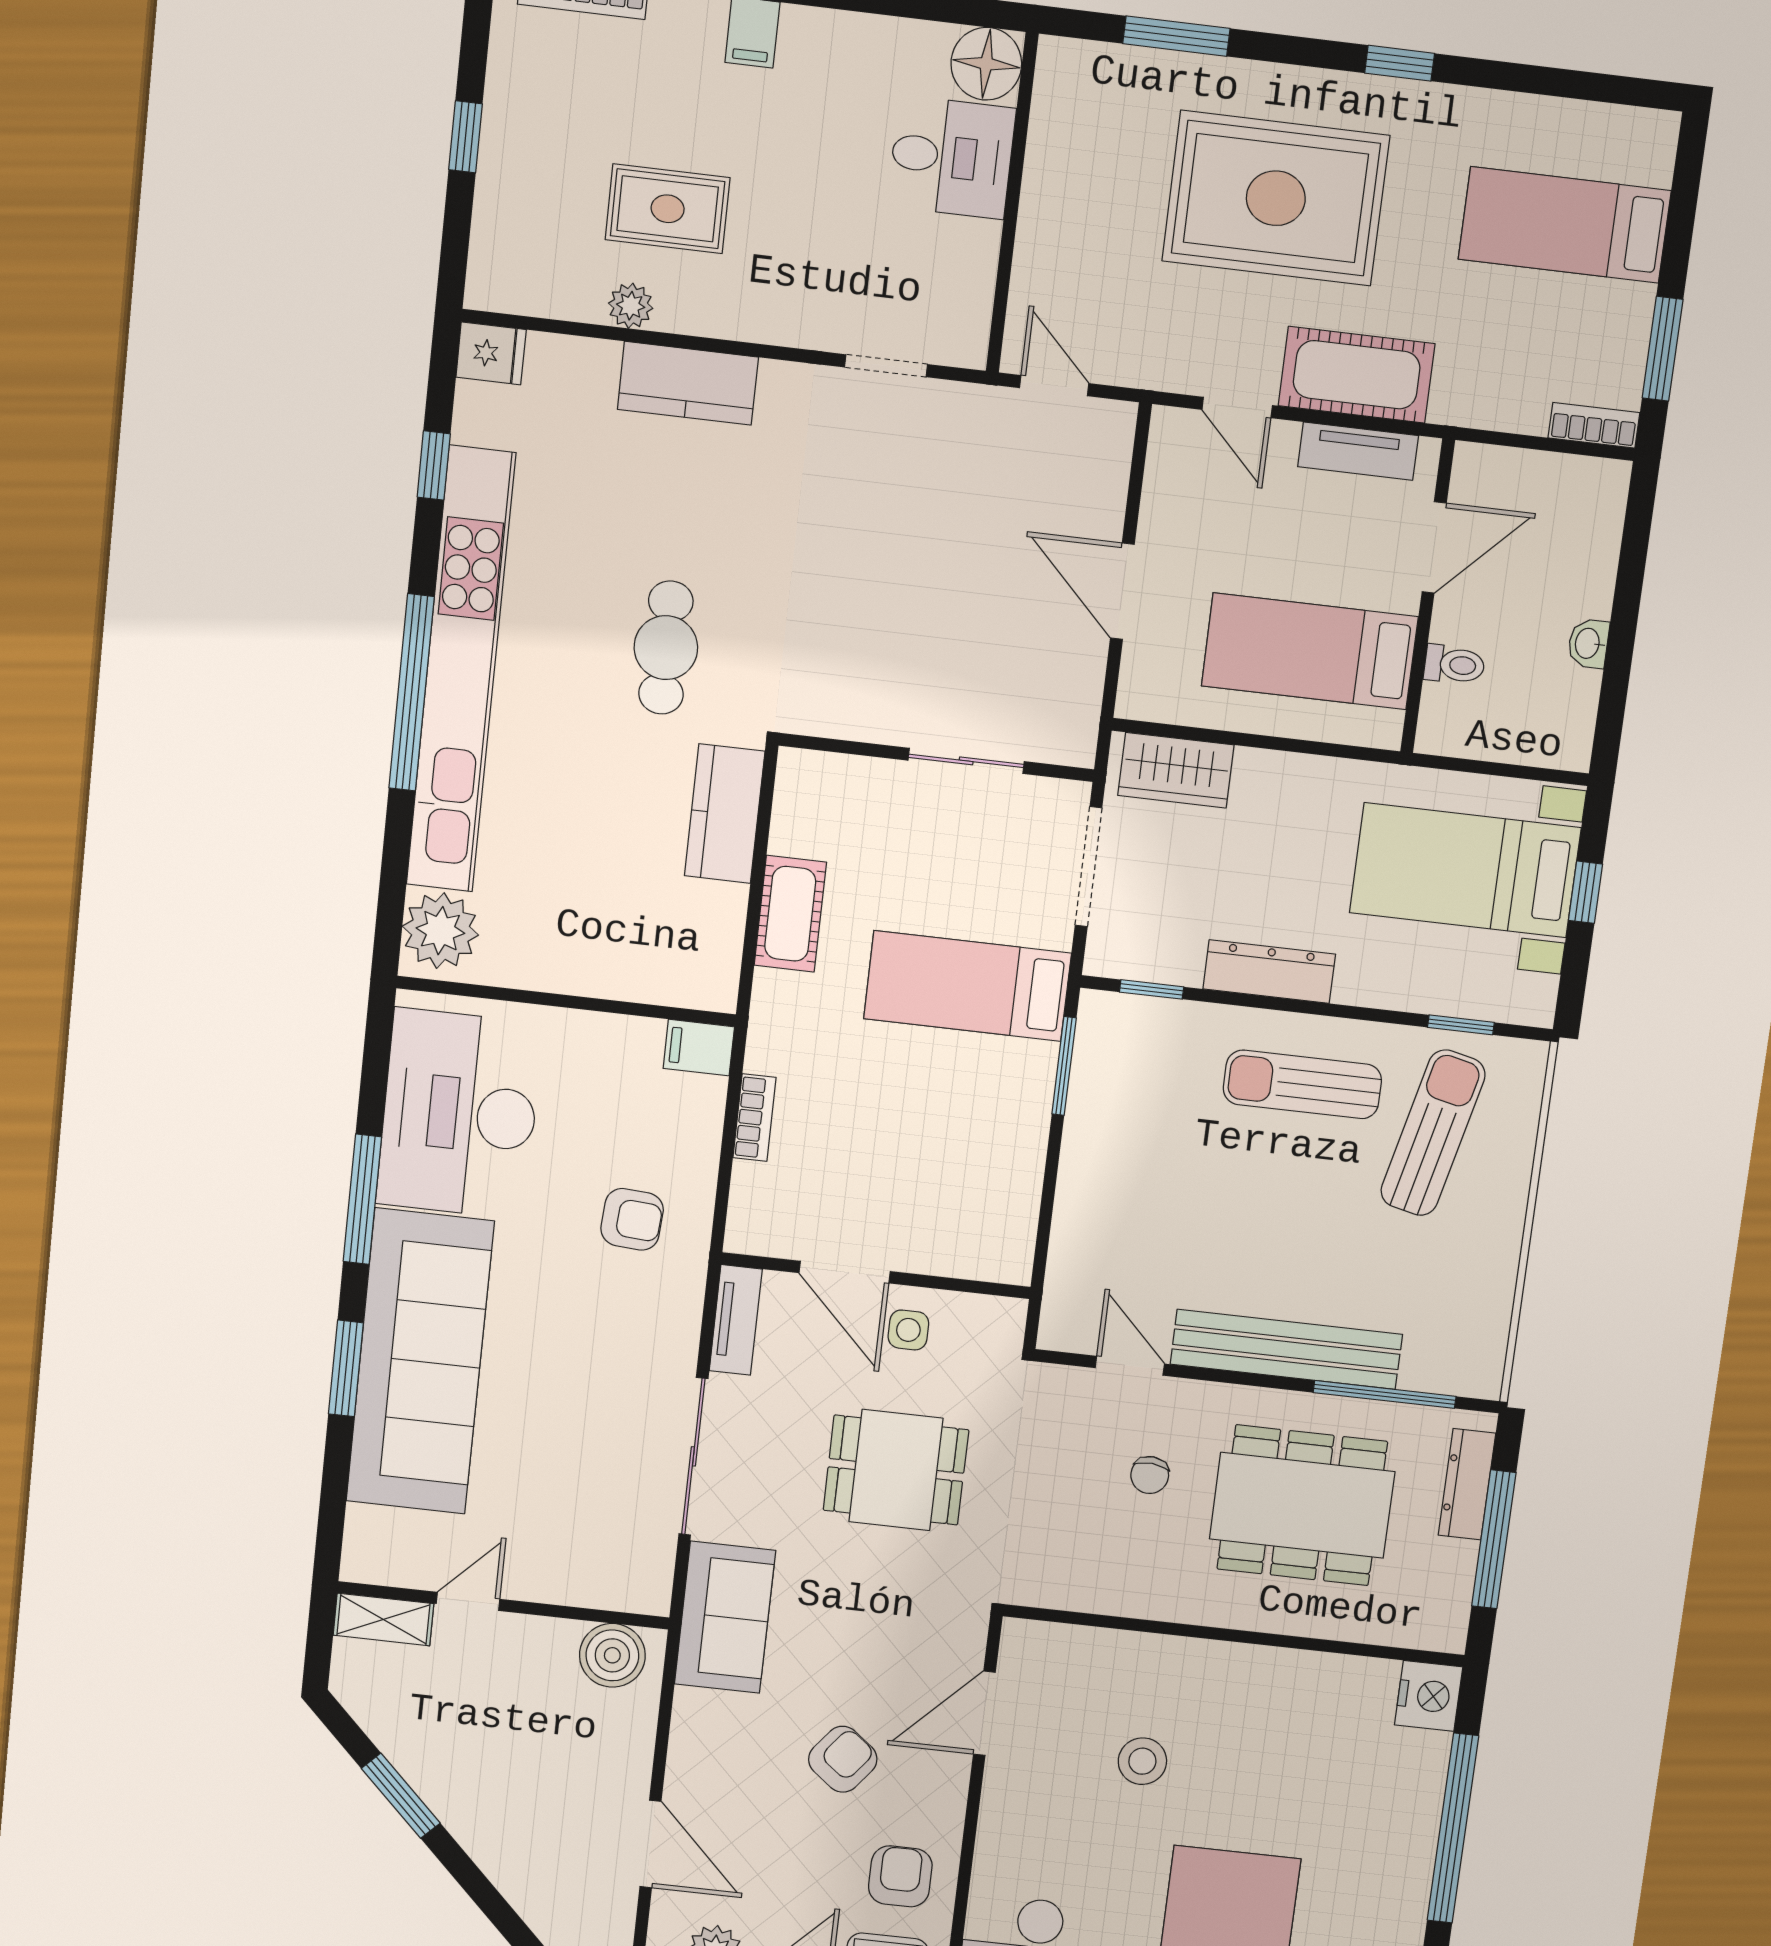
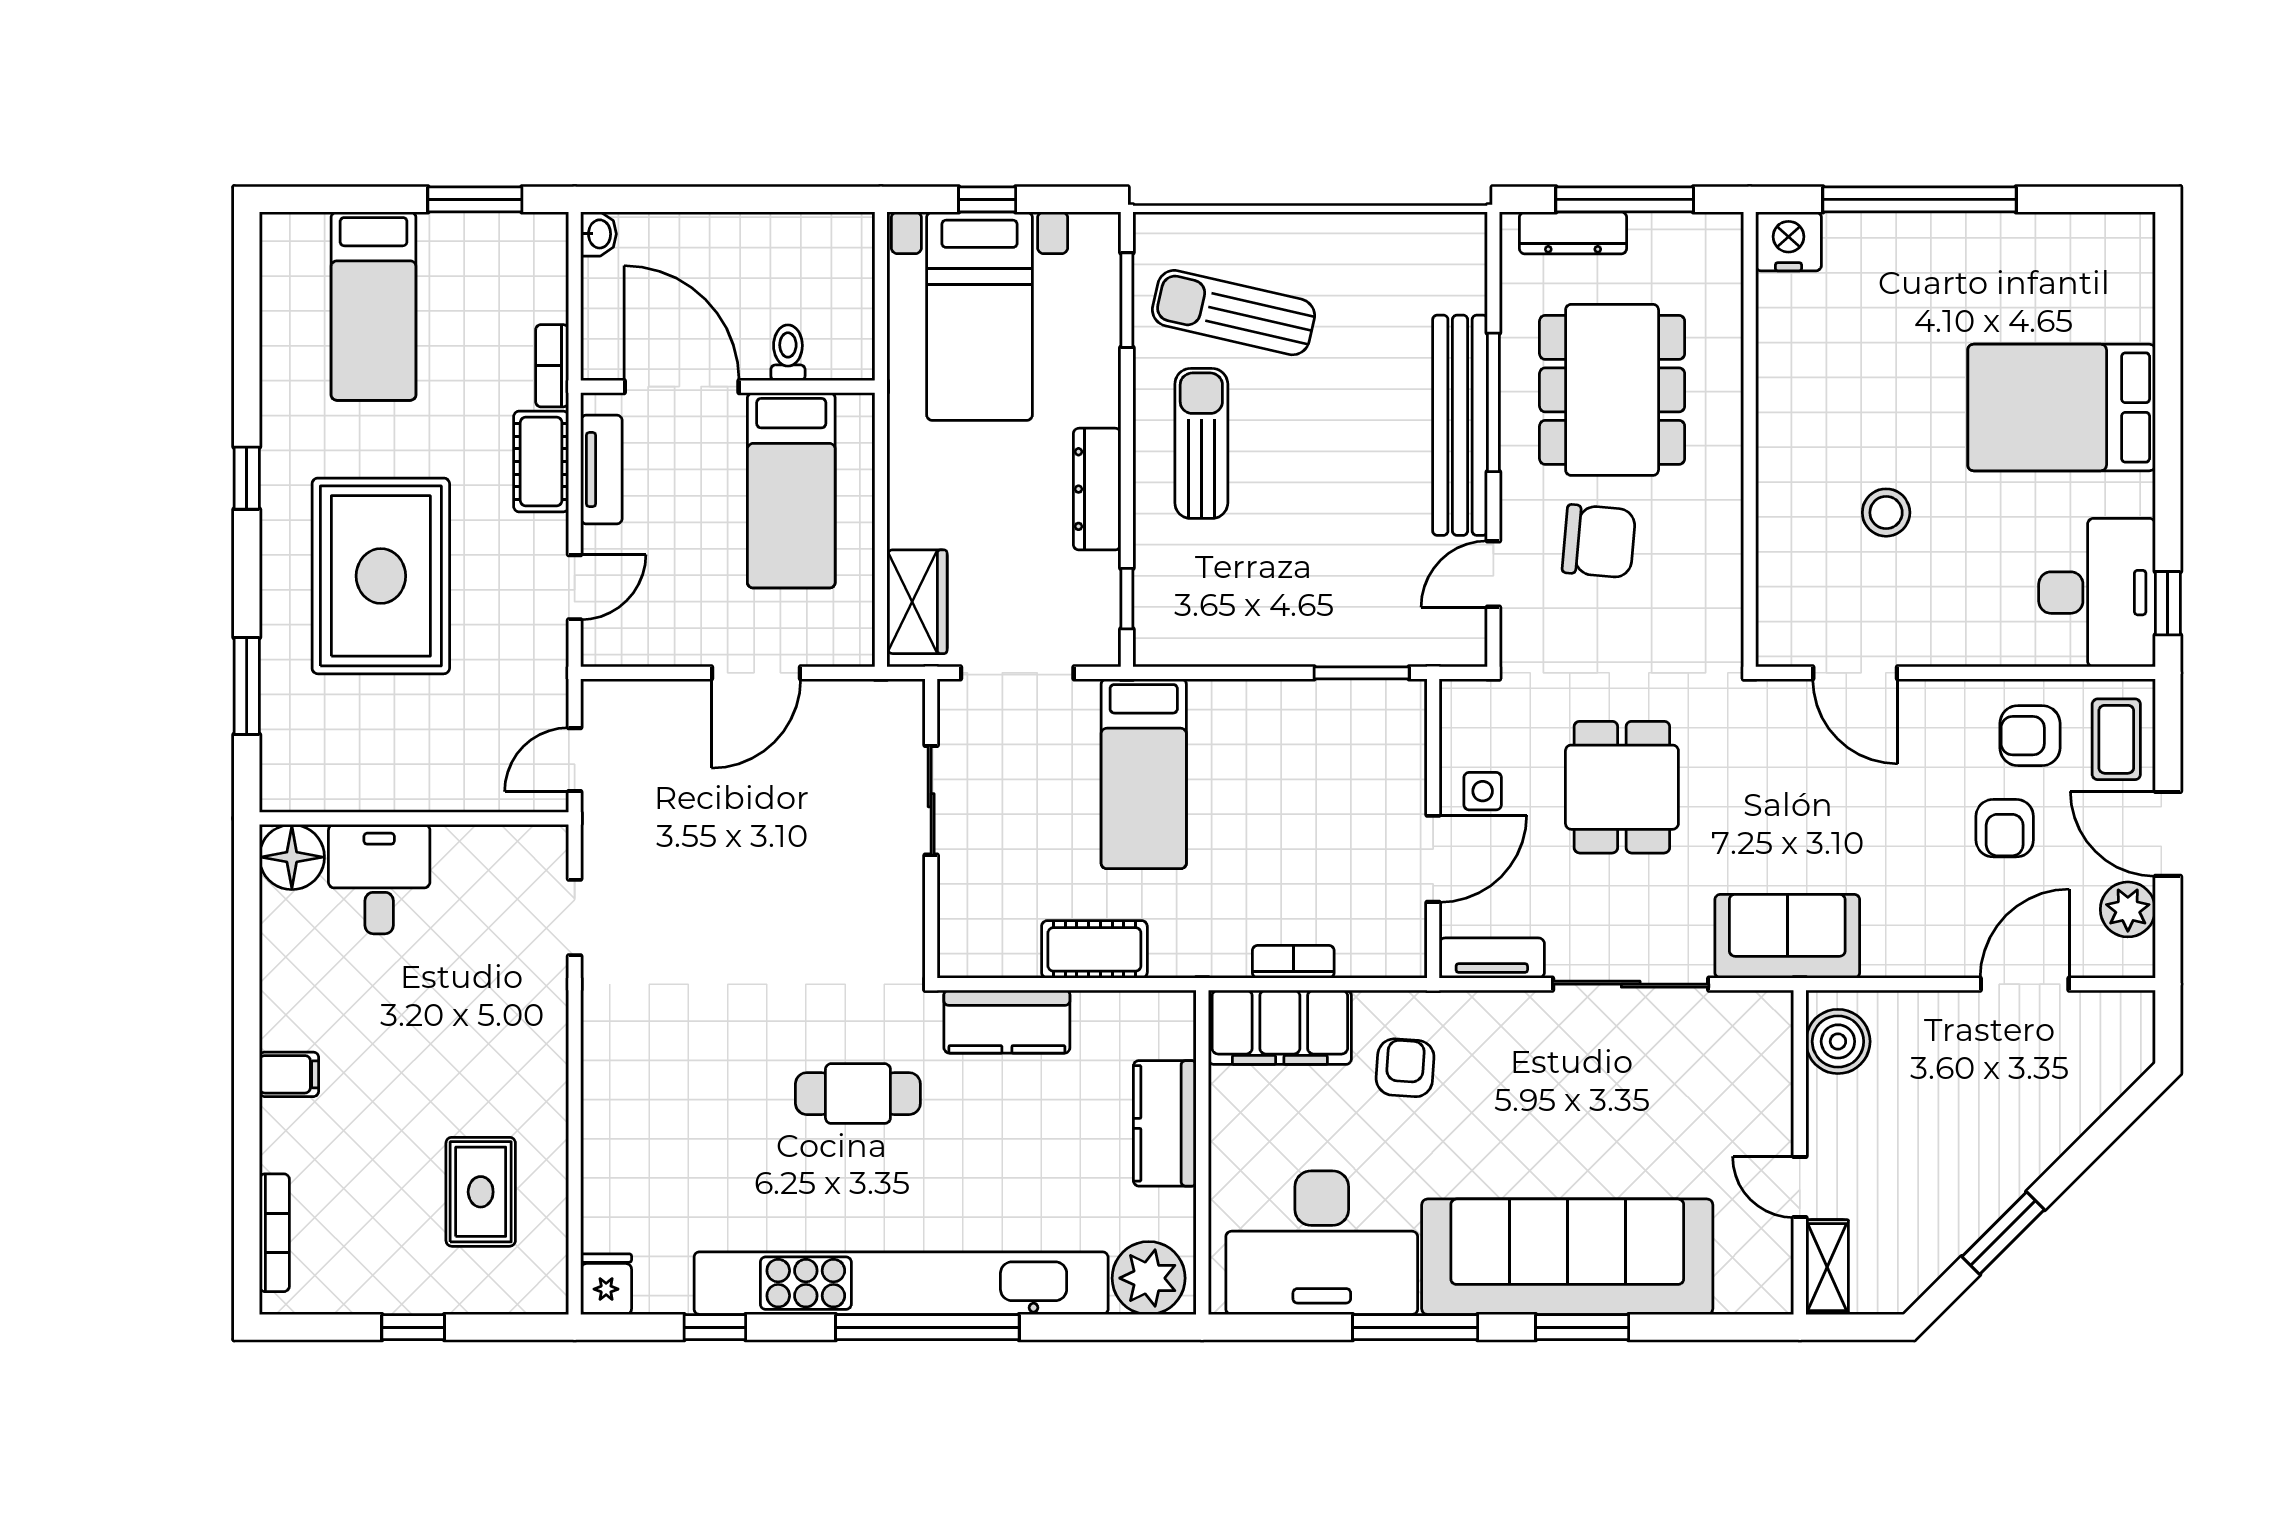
rug: (668, 209) -> (481, 1192), moved
plant: (631, 306) -> (548, 1160), removed
cot: (1357, 375) -> (541, 462), width x0.73, depth x0.75
kitchen counter: (688, 383) -> (1165, 1123), moved, turned 180
bookcase: (1594, 425) -> (552, 366), moved
door: (1434, 547) -> (682, 387), width x1.36
washbasin: (1588, 643) -> (598, 234), moved, turned -90
window: (1461, 1025) -> (1127, 300), width x1.50
filing cabinet: (699, 1048) -> (1280, 1027), width x3.00, depth x1.17
window: (1064, 1066) -> (1362, 673), moved
sun lounger: (1302, 1084) -> (1201, 443), turned 180
window: (1385, 1394) -> (1493, 402), moved
chair: (1150, 1475) -> (1599, 541), width x1.87, depth x1.87
armchair: (843, 1759) -> (2005, 828), moved, turned -128

